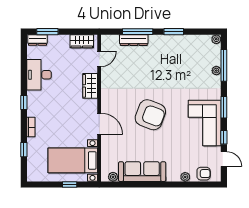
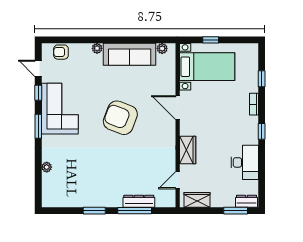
plant: (216, 39) -> (47, 202), removed
window: (224, 65) -> (38, 173), removed
plant: (185, 177) -> (97, 48), moved

